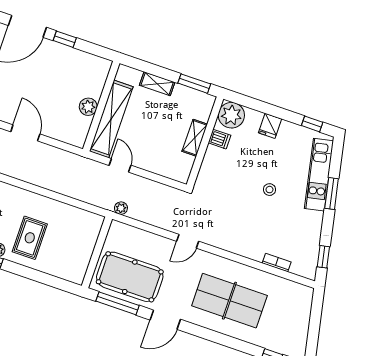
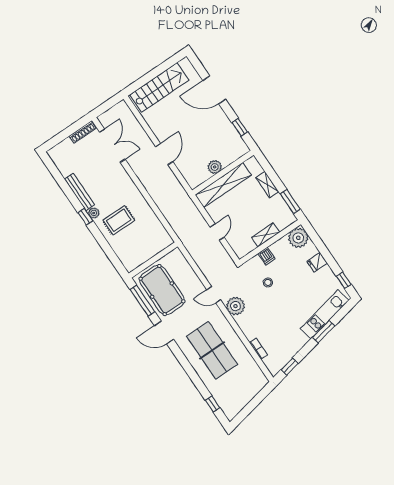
window: (65, 39) -> (240, 127), moved
dishwasher: (219, 139) -> (267, 256), moved
door: (120, 165) -> (217, 232), moved
stool: (269, 190) -> (268, 282), moved
plant: (121, 208) -> (235, 306), moved, width x1.88, depth x1.88

